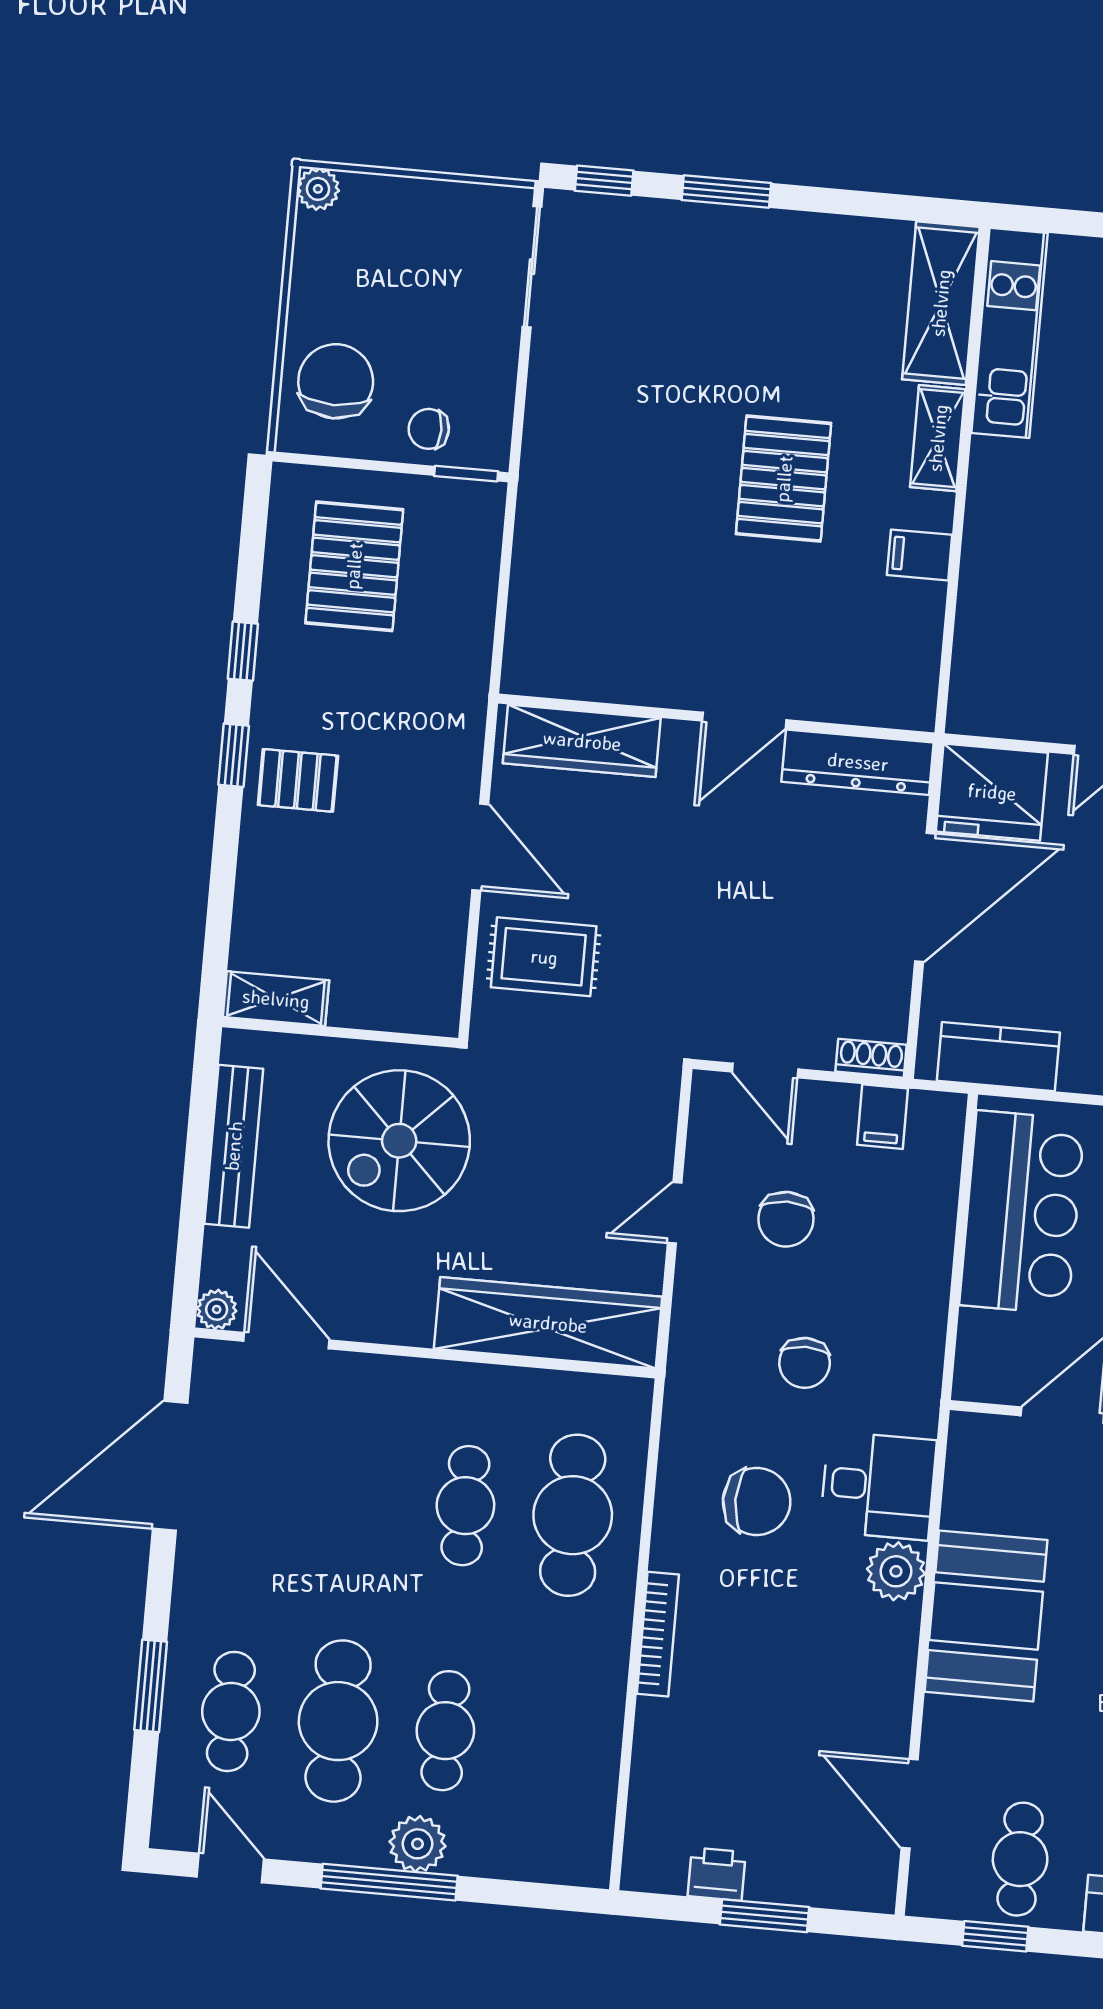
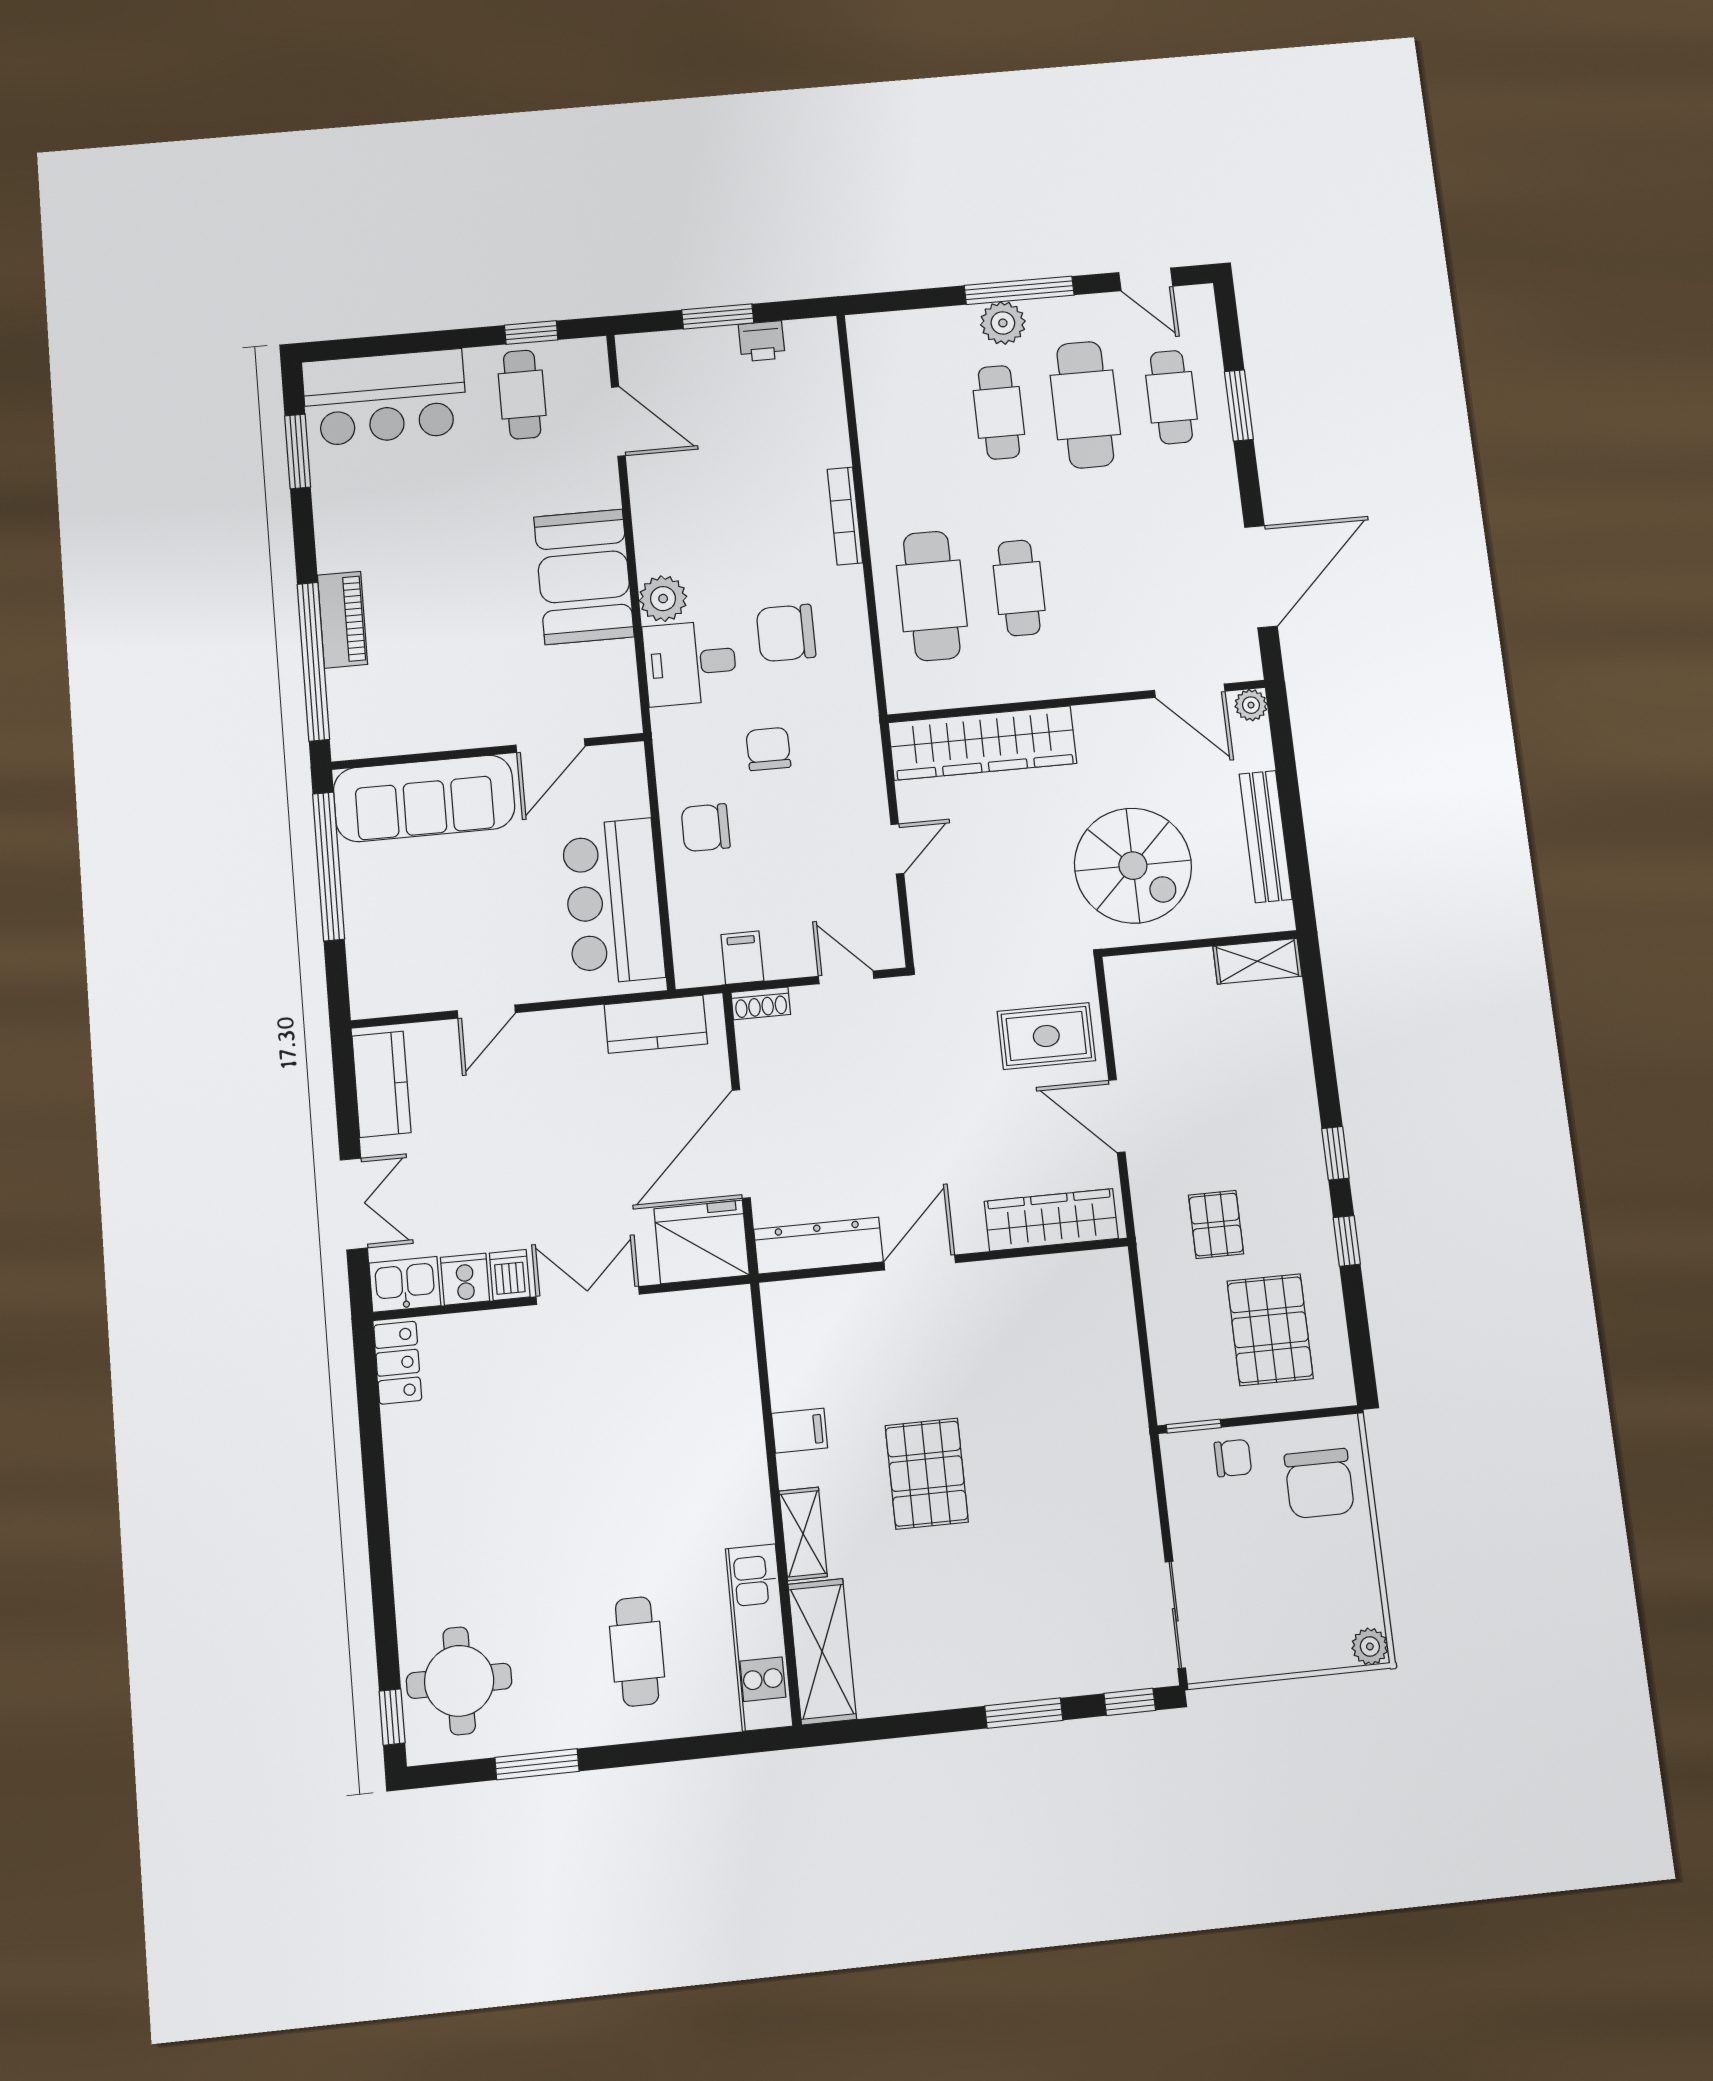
pallet: (298, 780) -> (1216, 1224), moved, turned 90
spiral stairs: (399, 1141) -> (1133, 866), turned 90
chair: (786, 1219) -> (706, 828), moved, turned -90

